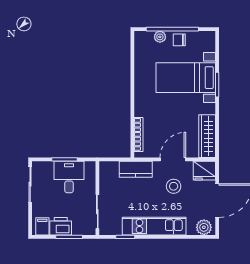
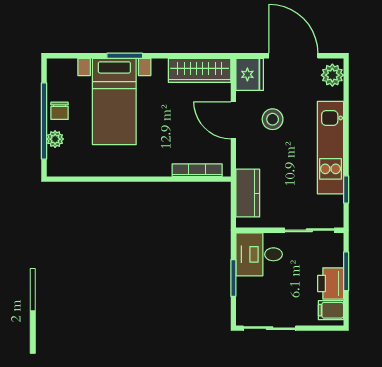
kitchen counter: (136, 169) -> (248, 193), moved
desk: (69, 177) -> (259, 254), moved

